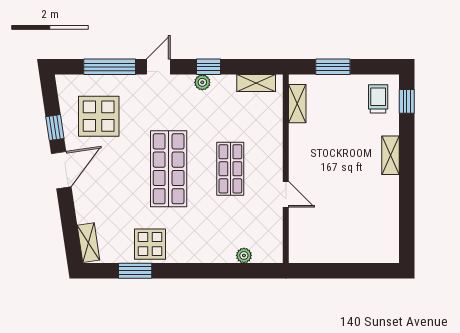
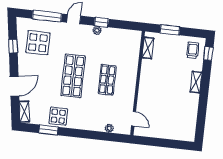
shelving: (256, 83) -> (127, 34), removed
door: (61, 170) -> (15, 86), moved
door: (286, 194) -> (134, 119), moved

